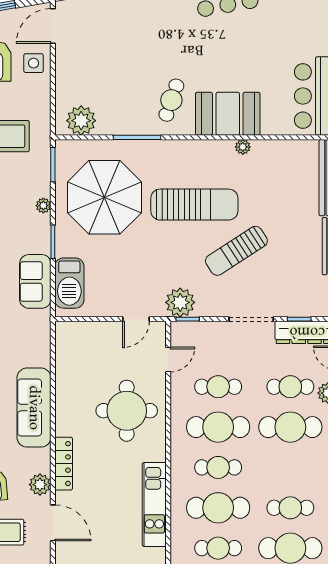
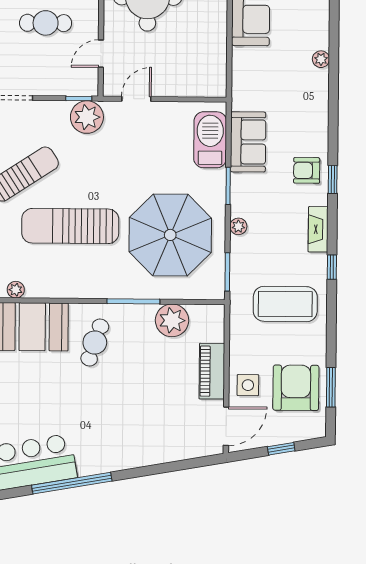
piano: (66, 75) -> (212, 371), added
plant: (81, 121) -> (172, 320), moved

